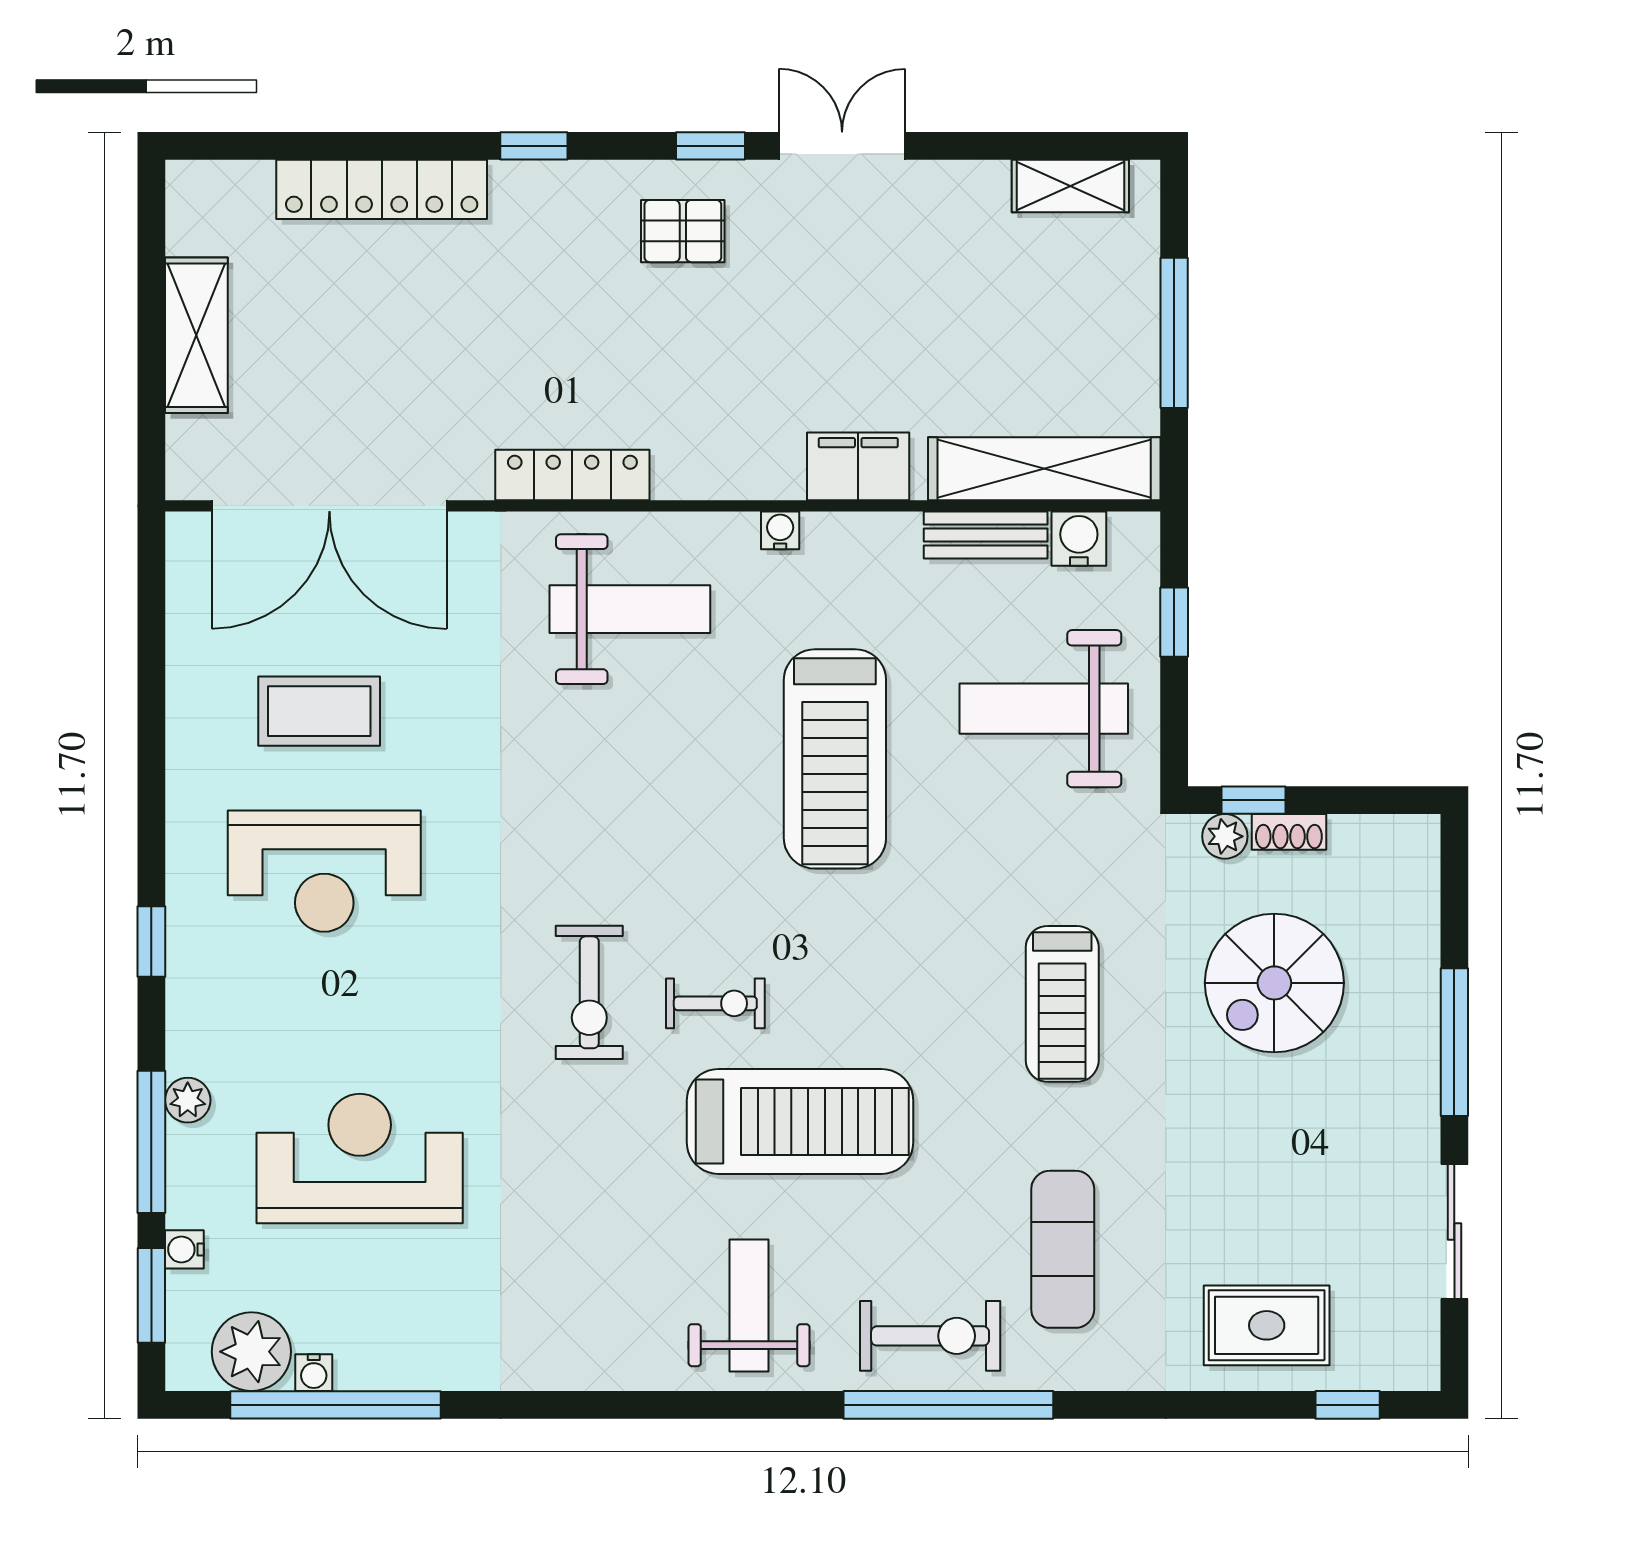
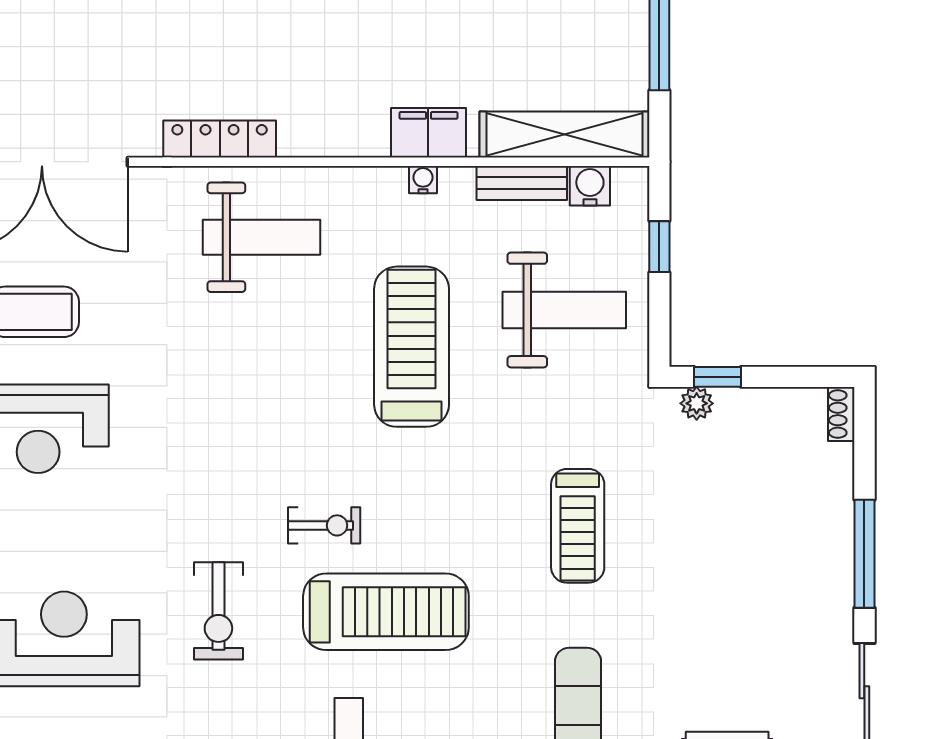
water cooler: (780, 530) -> (423, 180), moved
weight bench: (1044, 709) -> (564, 310), turned 180
treadmill: (835, 759) -> (412, 347), turned 180
shoe rack: (1289, 832) -> (841, 414), moved, turned 90
spiral stairs: (1274, 983) -> (733, 511), removed
exercise bike: (589, 992) -> (218, 611), moved

